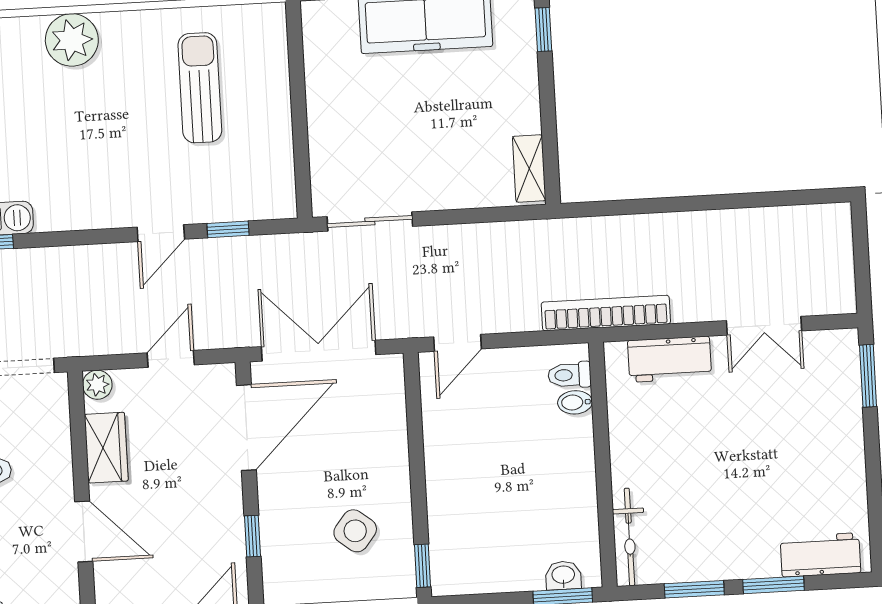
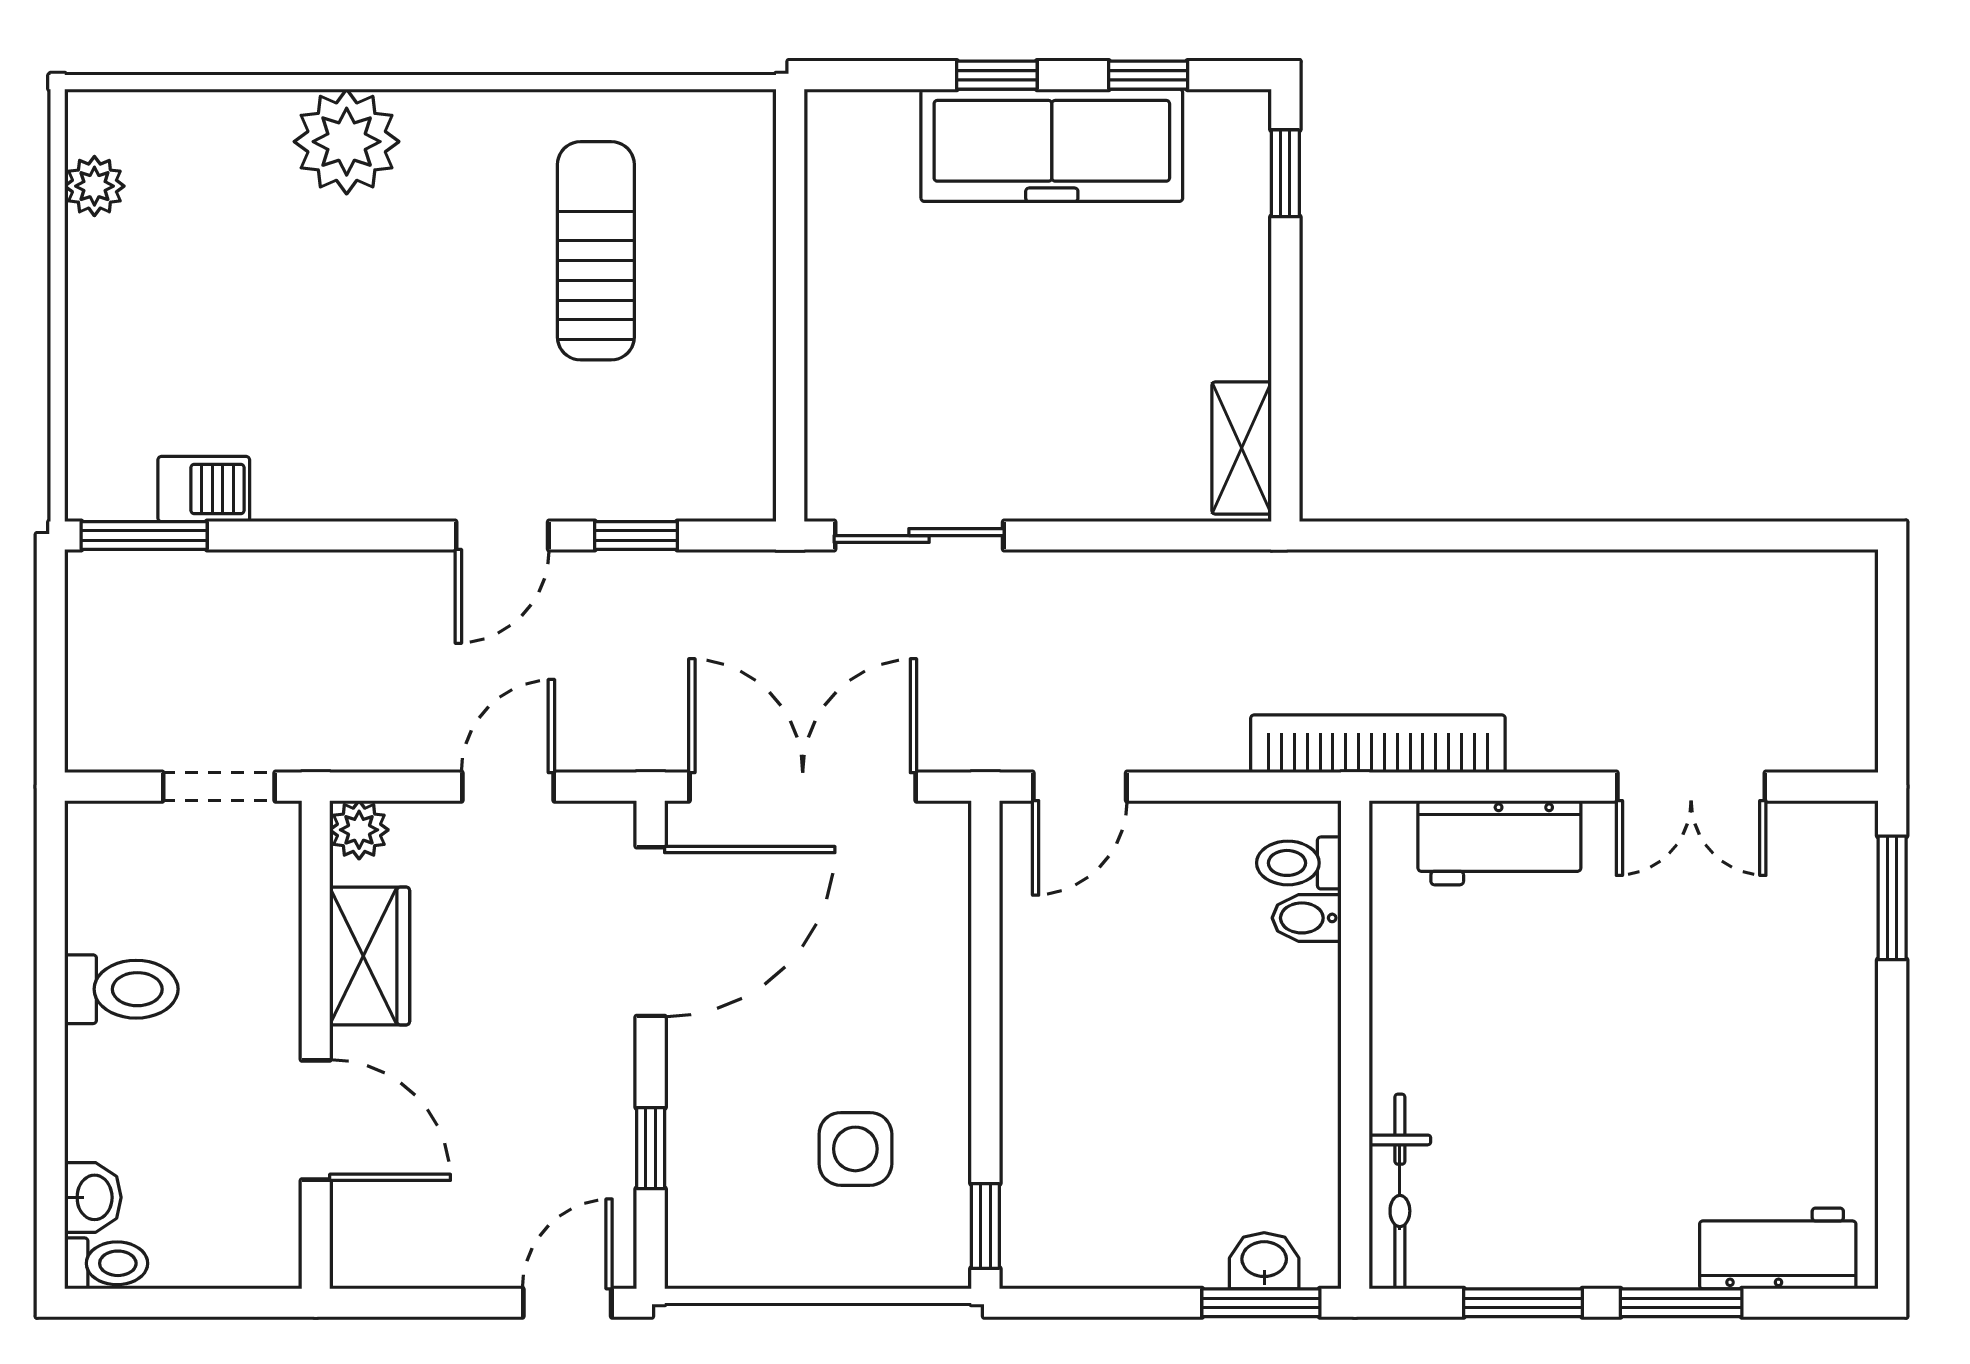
side table: (355, 531) -> (855, 1149), turned -38

